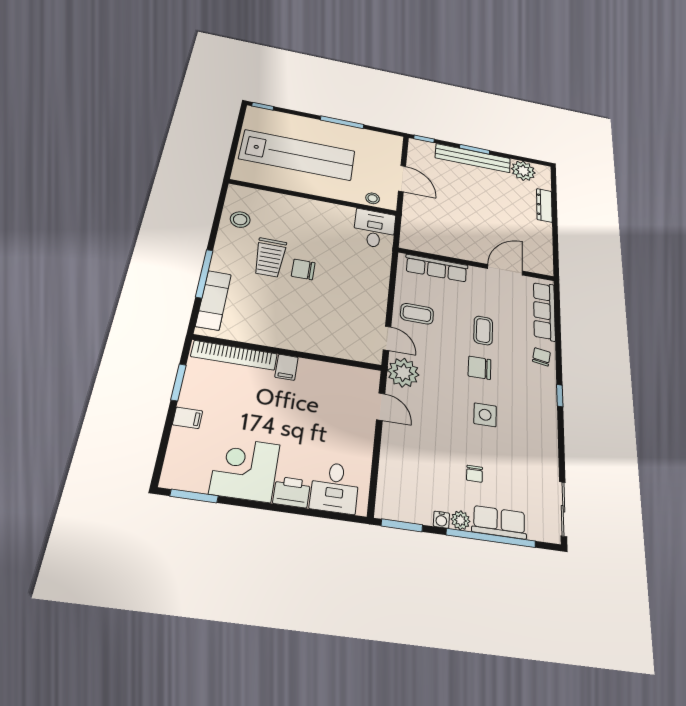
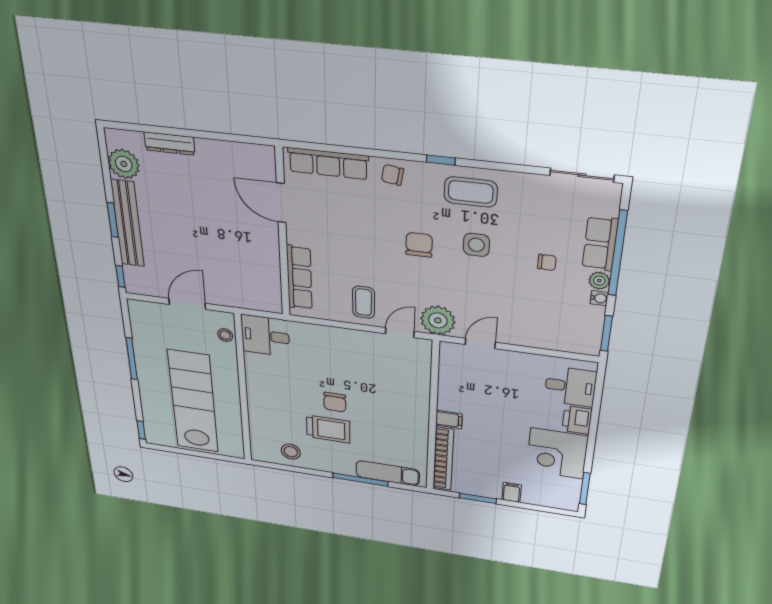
coffee table: (483, 330) -> (471, 192), moved, width x1.36, depth x1.30
chair: (480, 368) -> (419, 245), turned 180

